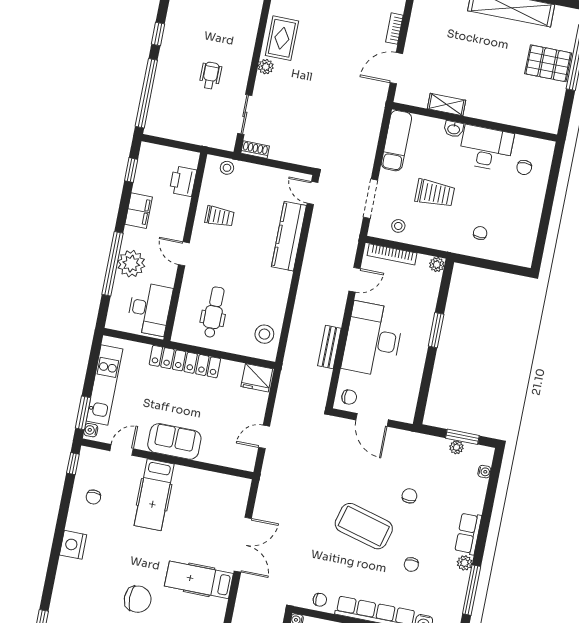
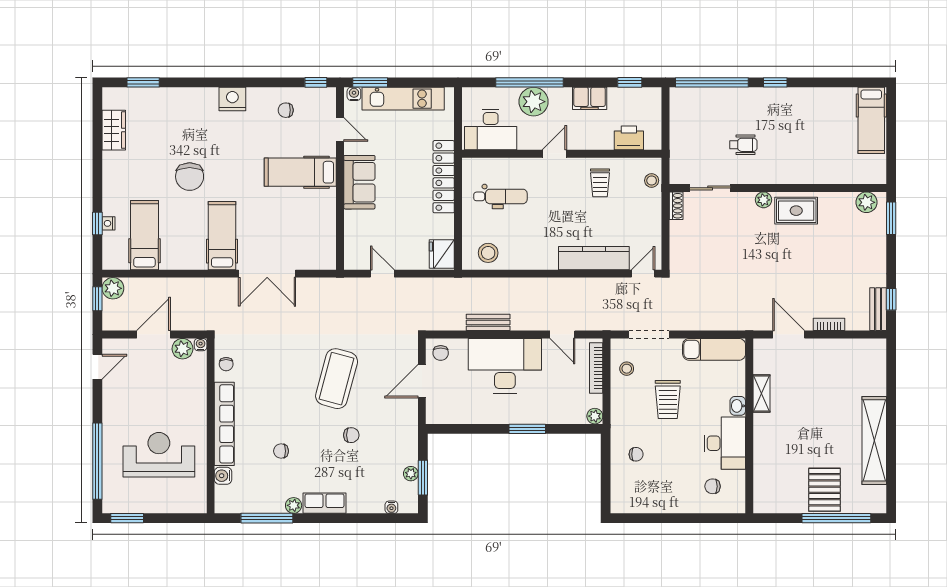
coffee table: (364, 526) -> (337, 379), moved

